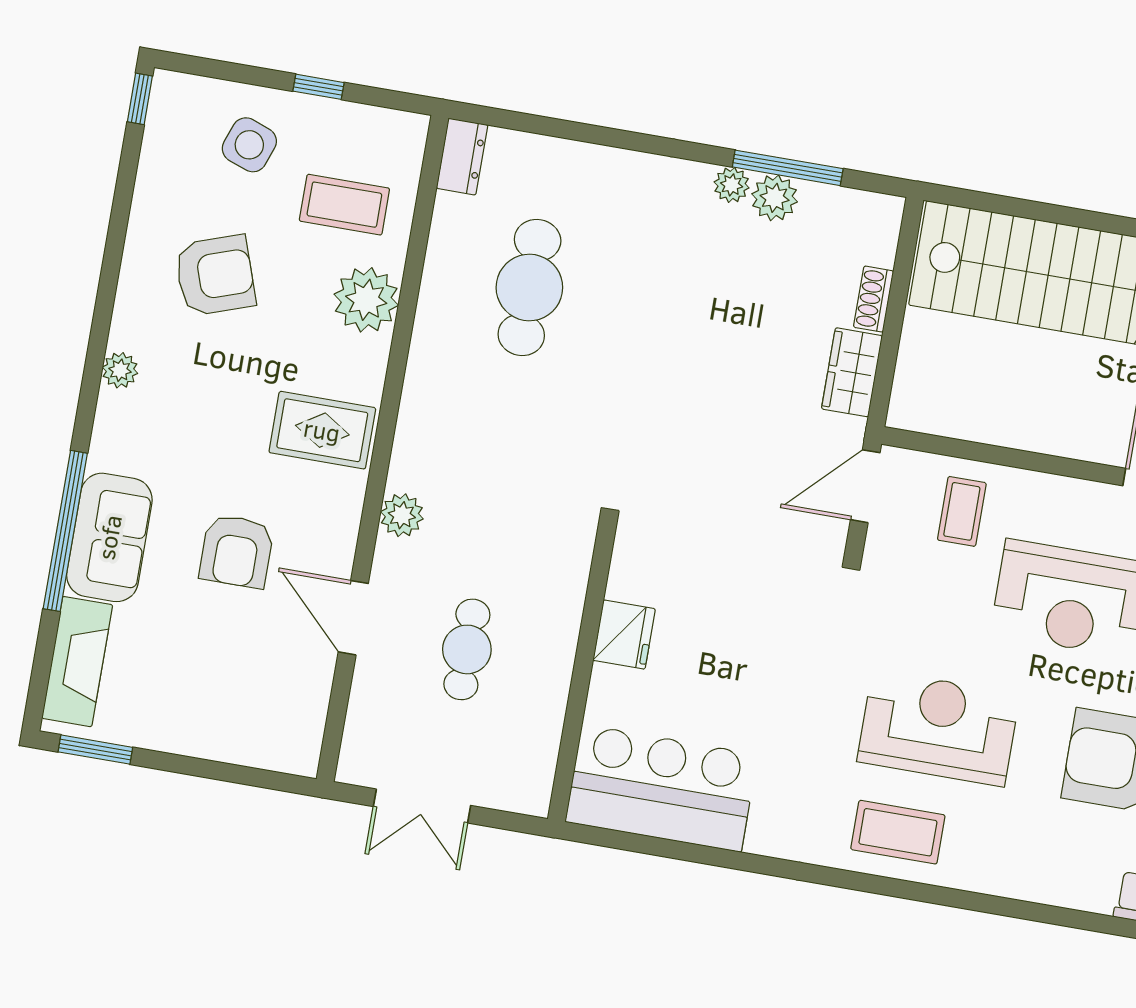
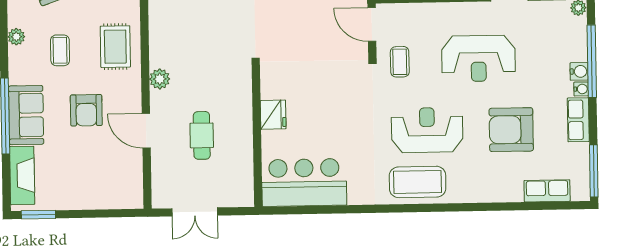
coffee table: (206, 416) -> (60, 50), added
rug: (322, 430) -> (115, 47), turned 90
door: (865, 486) -> (372, 25), hinge flipped
coffee table: (962, 511) -> (400, 62), moved
coffee table: (898, 832) -> (418, 182), width x1.36, depth x1.32

